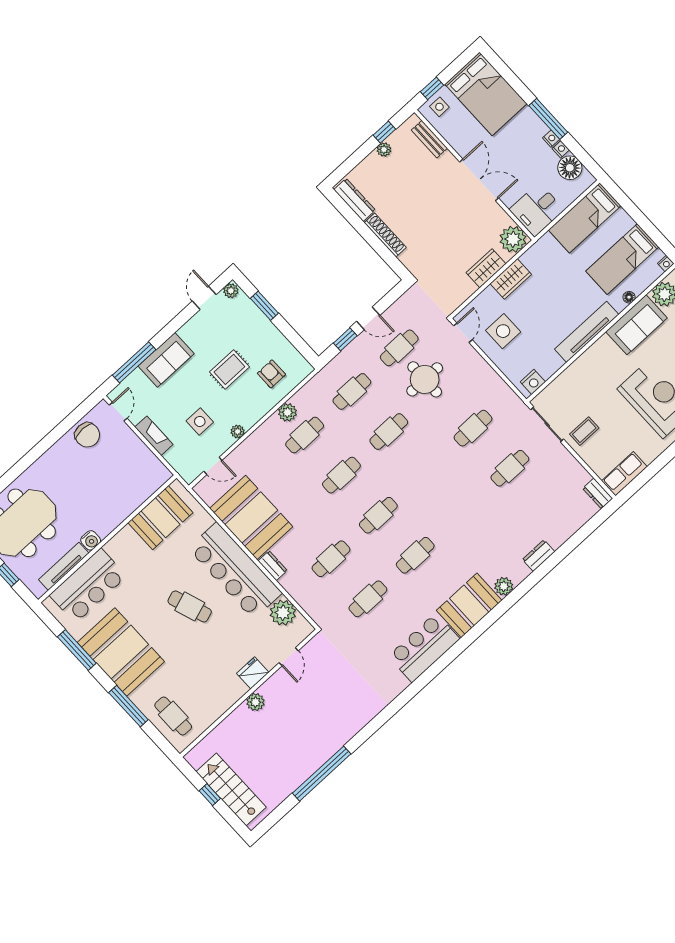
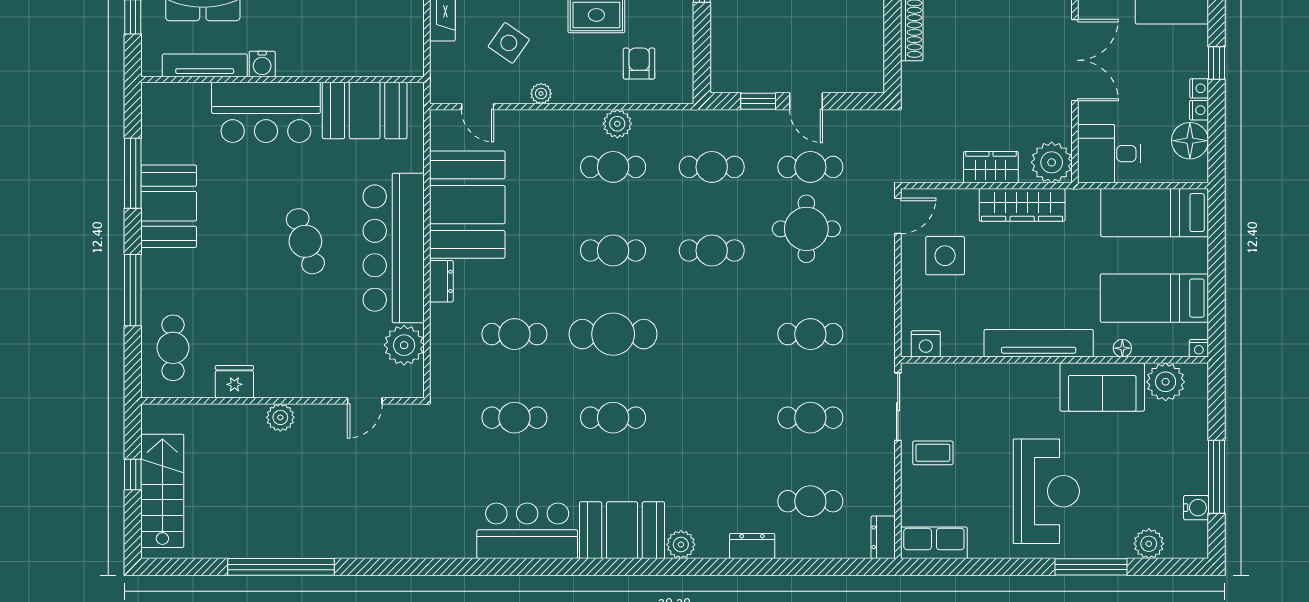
window: (548, 119) -> (1216, 63), width x0.46
wardrobe: (511, 279) -> (1022, 205), width x1.50
side table: (200, 421) -> (509, 43), turned 35
cafe table: (547, 508) -> (810, 501), added
cafe table: (378, 515) -> (613, 334), width x1.37, depth x1.35
bar counter: (88, 586) -> (266, 112), moved
booth: (121, 652) -> (169, 206), width x0.73, depth x0.70
fridge: (253, 673) -> (234, 382), moved

